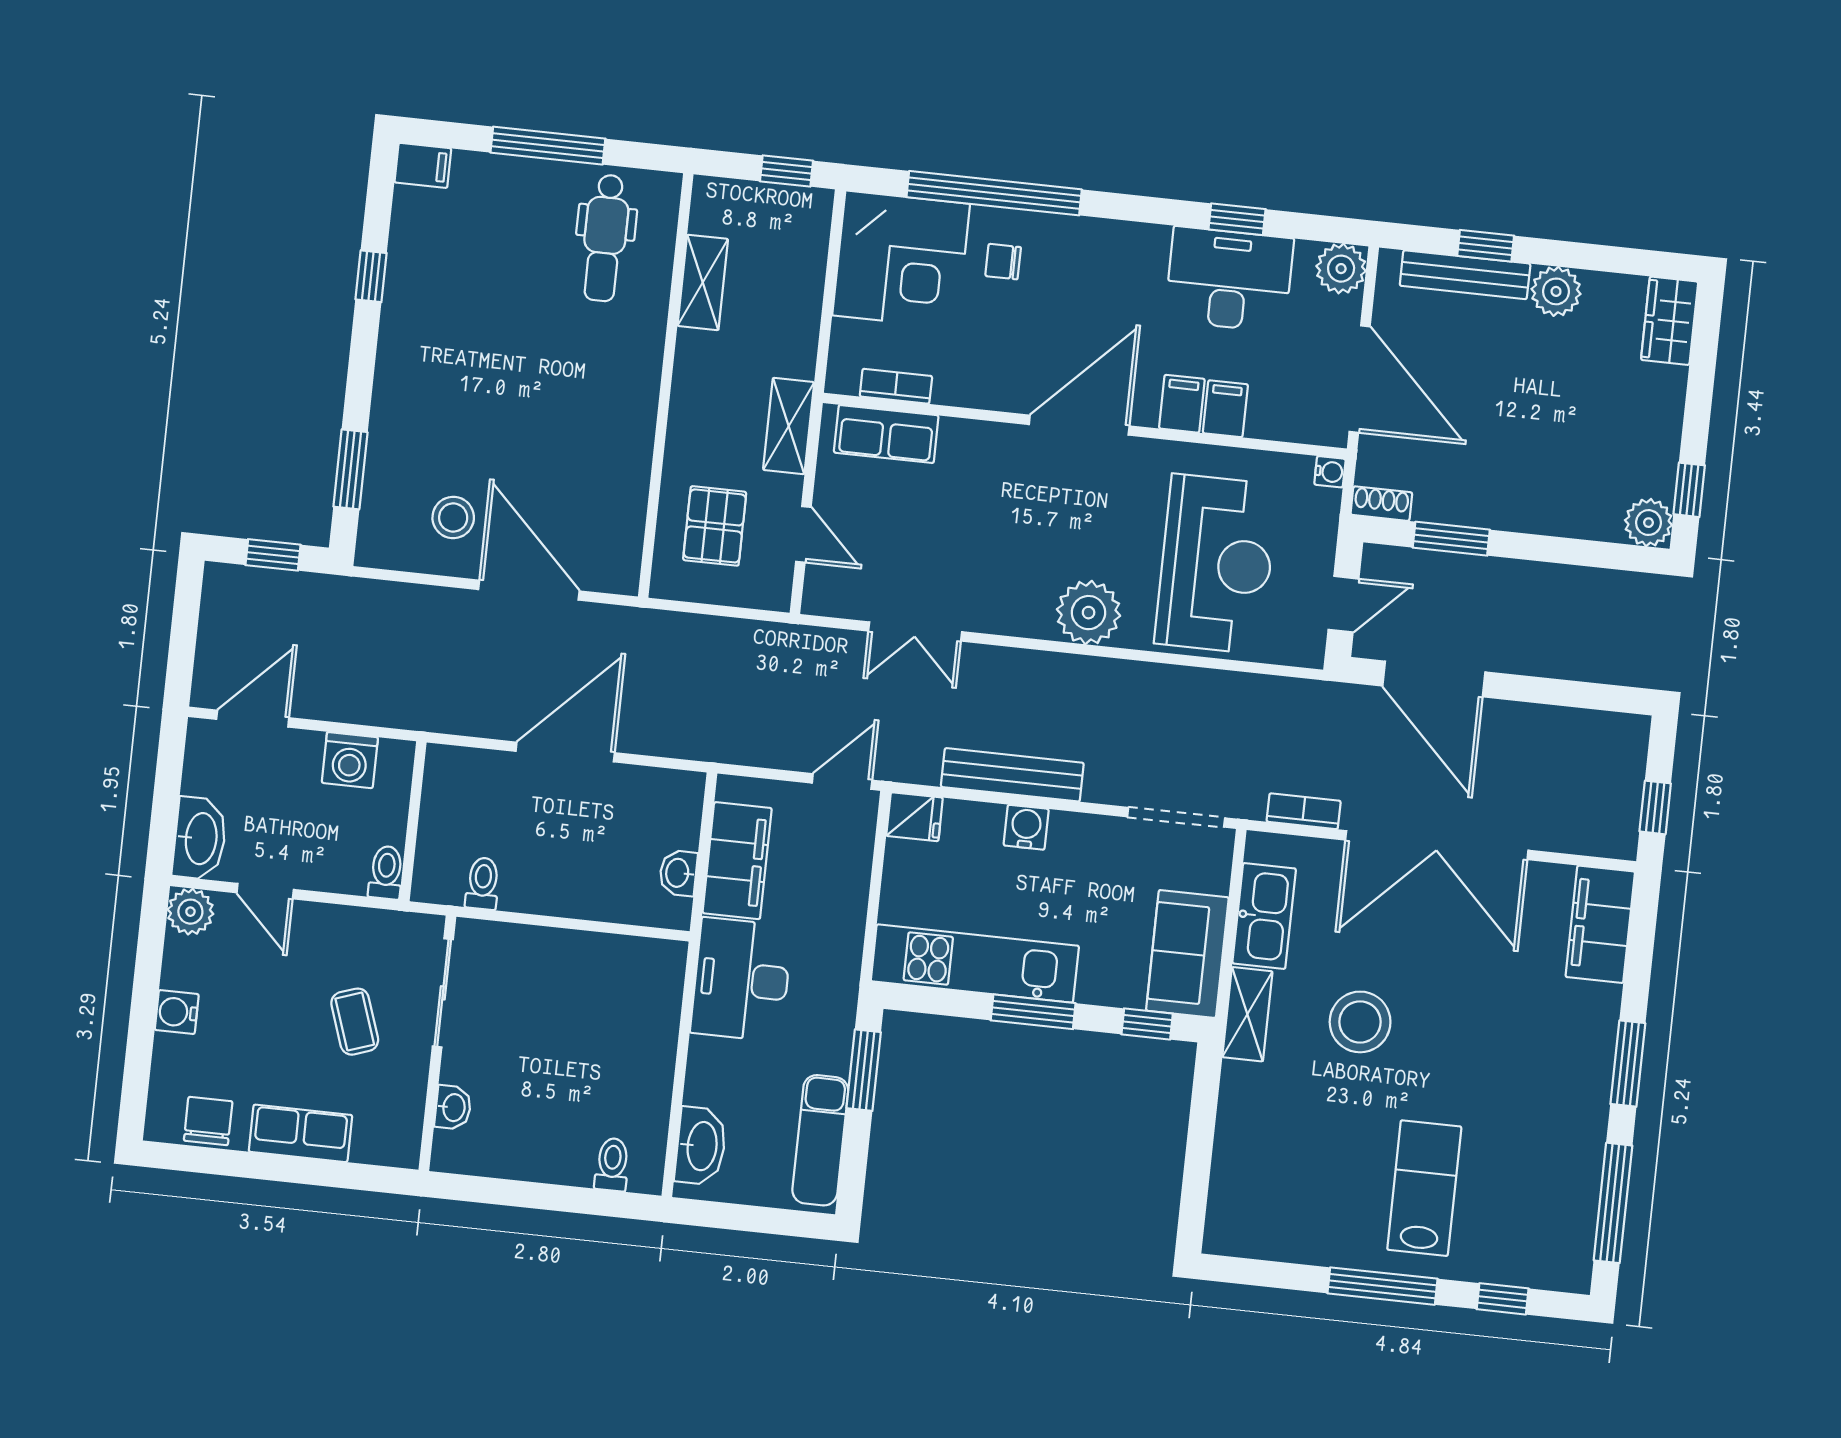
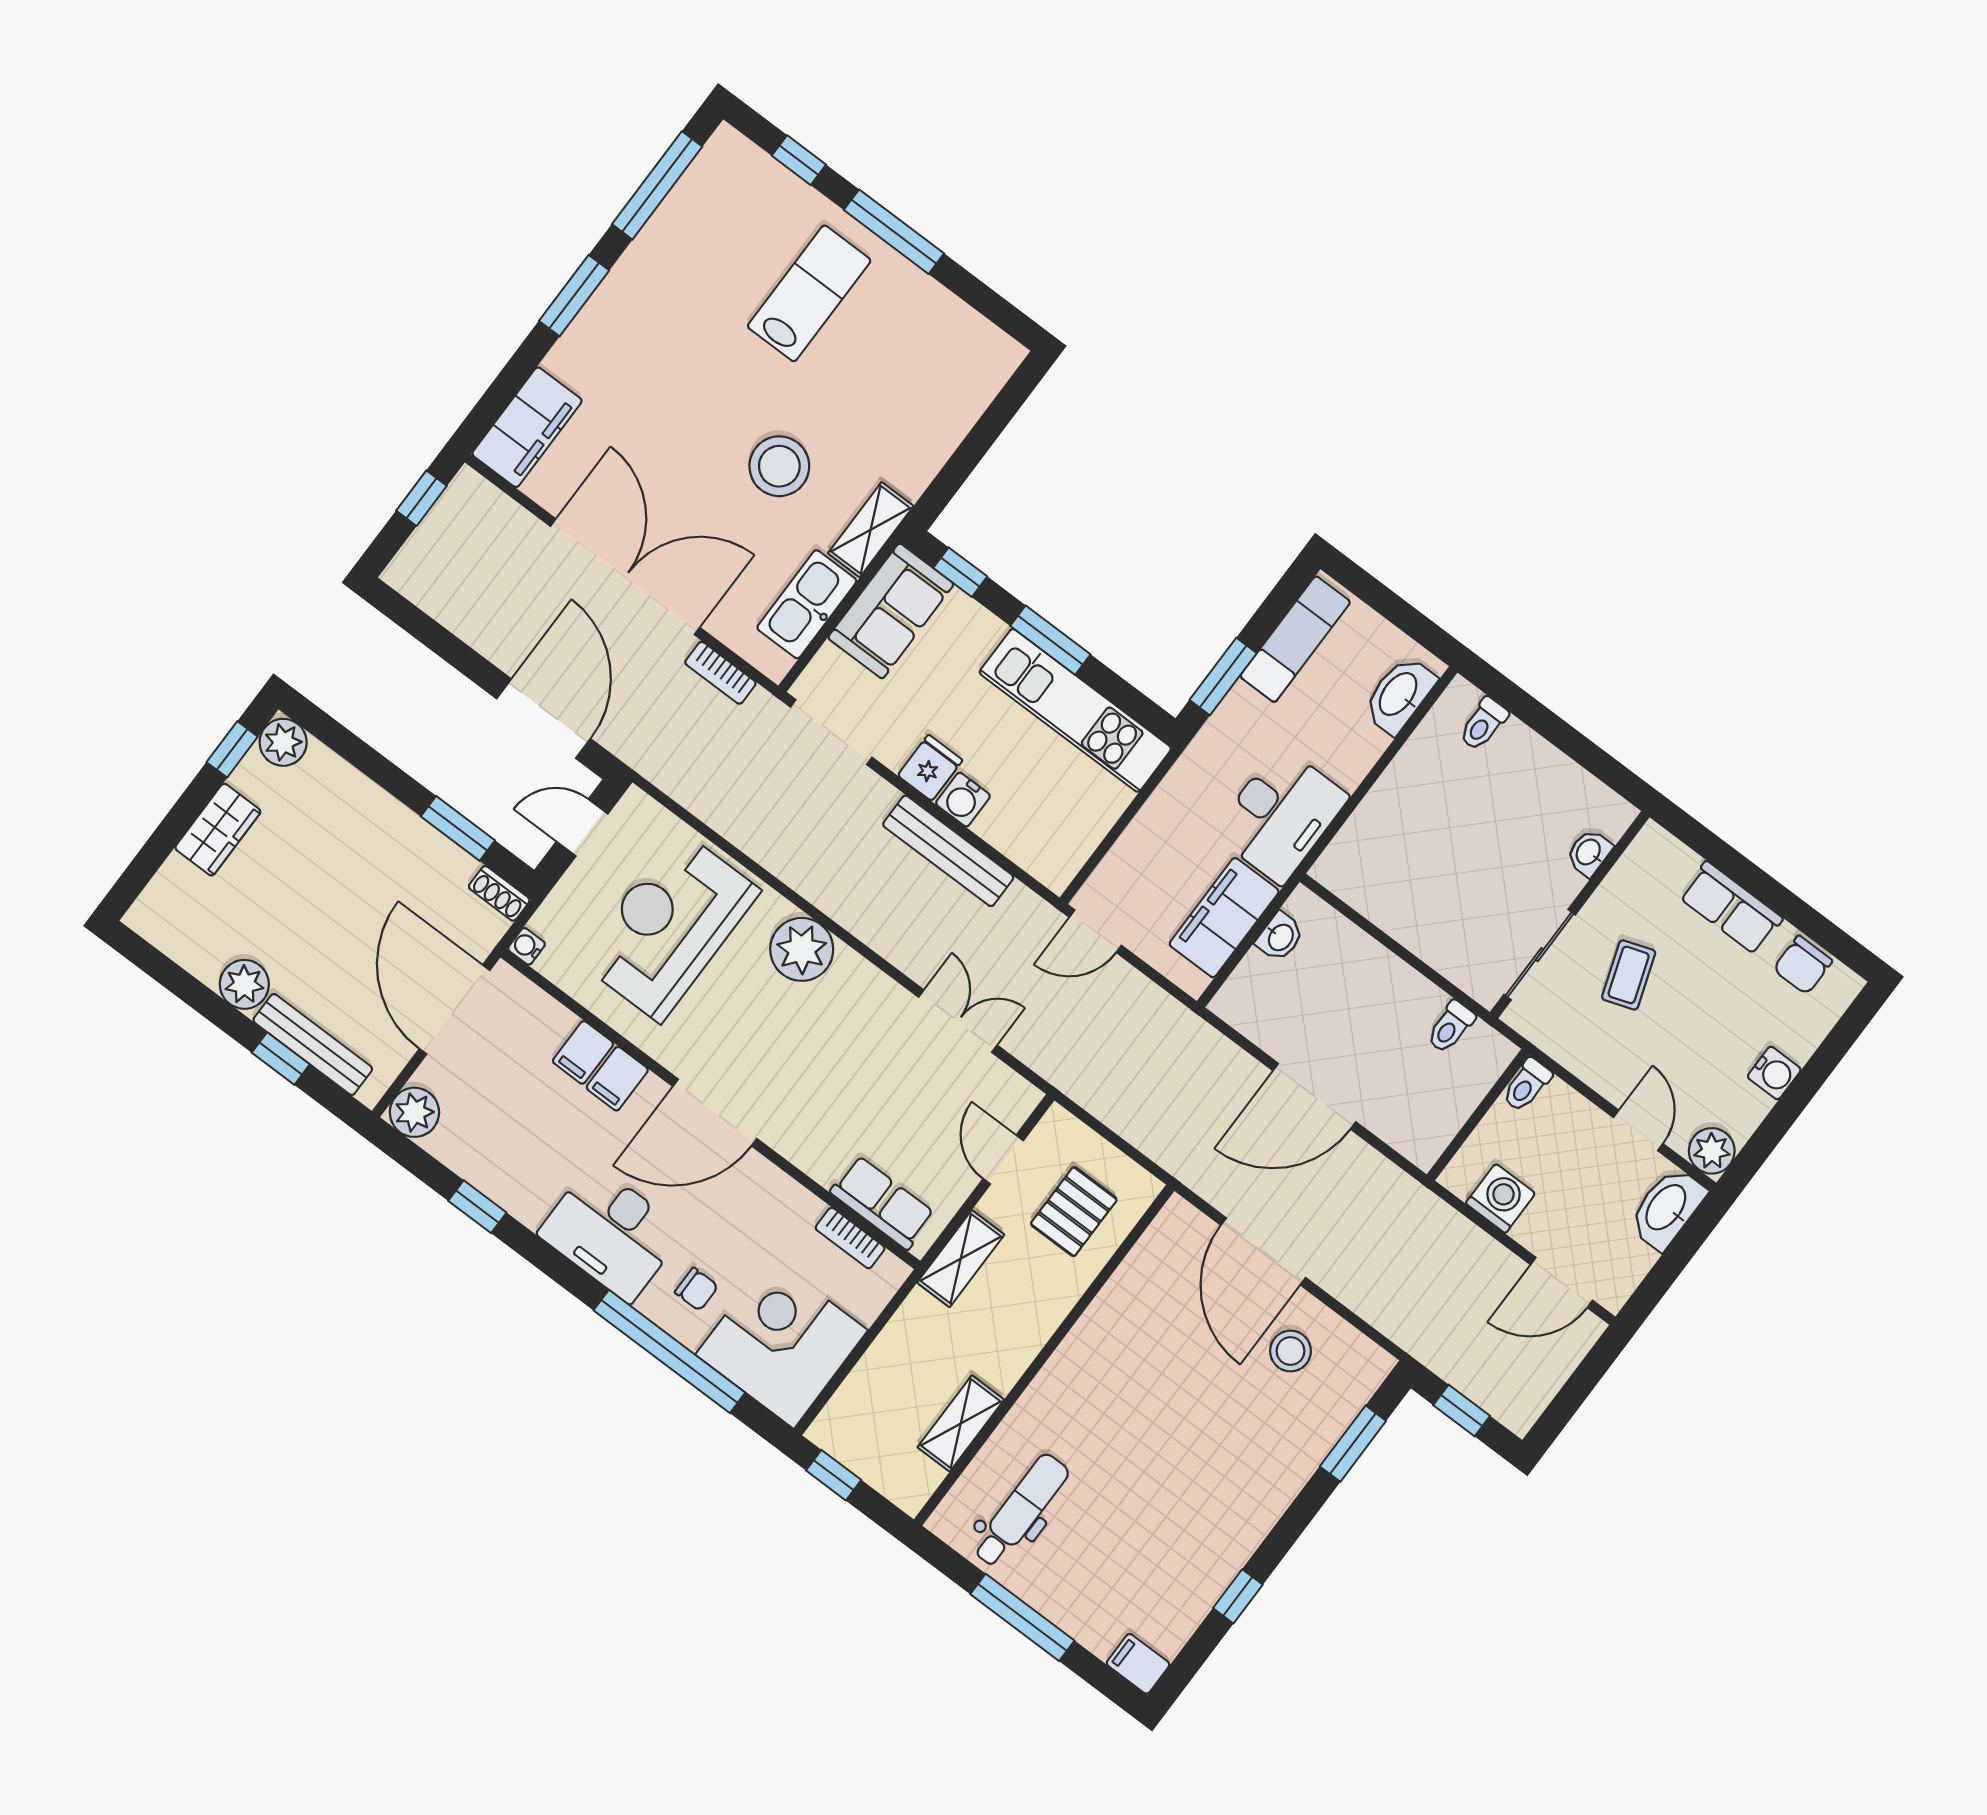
desk: (1229, 279) -> (611, 1233), moved
wardrobe: (1670, 321) -> (218, 830), moved
fridge: (915, 817) -> (930, 768), moved, turned 90
lab bench: (1424, 1188) -> (809, 293), turned 180

